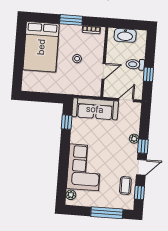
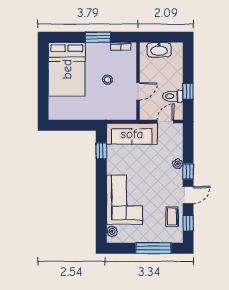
toilet: (135, 64) -> (173, 96), moved

